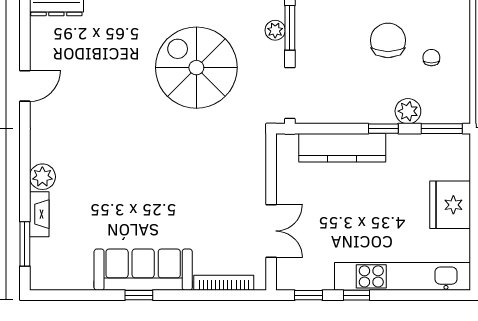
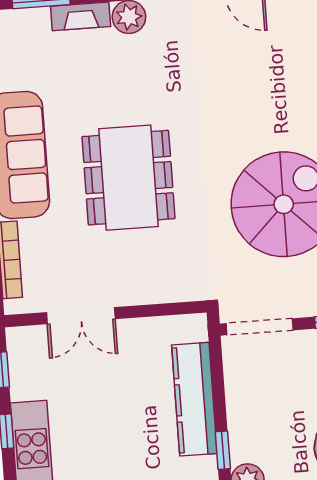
dining table: (167, 186) -> (128, 178), added

